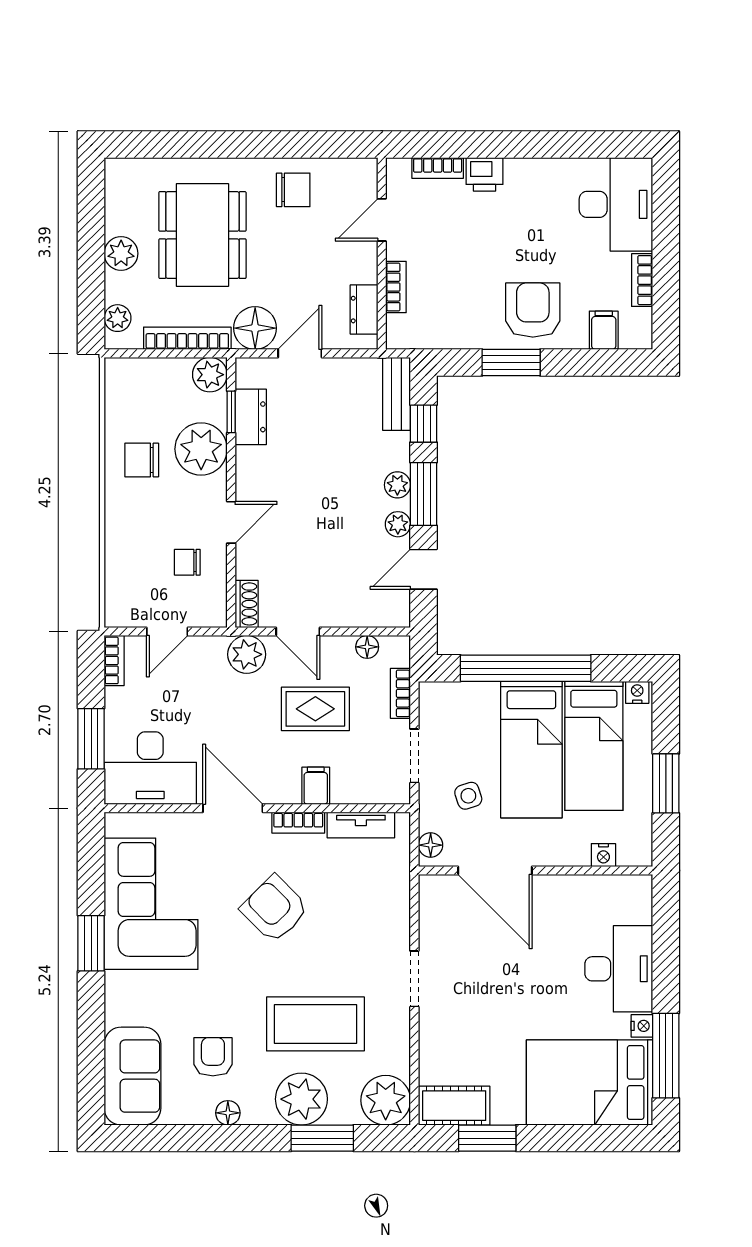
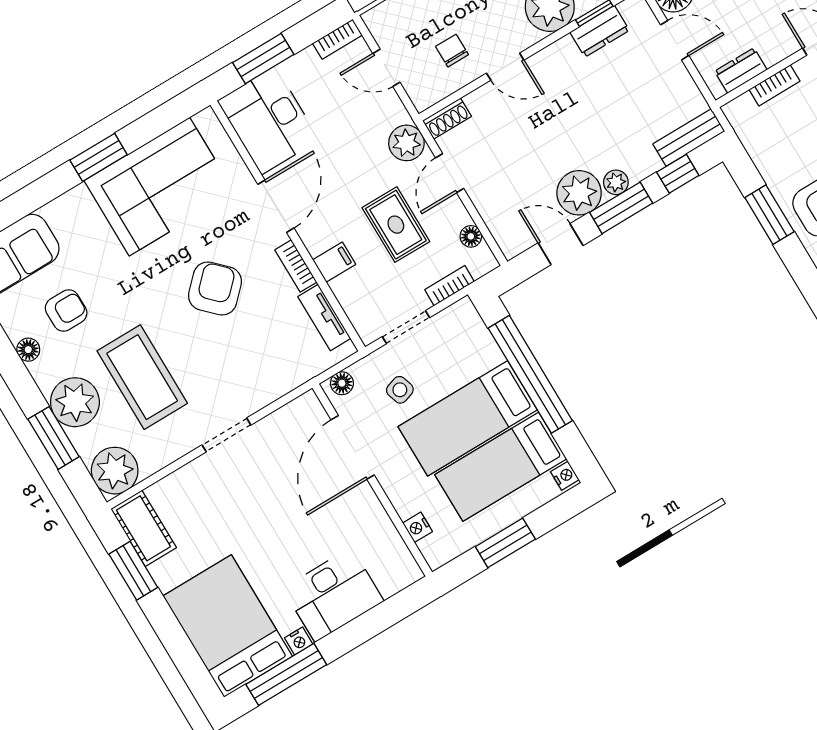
plant: (398, 524) -> (579, 193), width x1.88, depth x1.88

